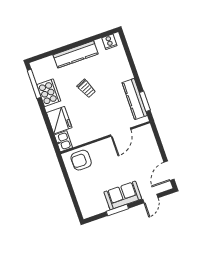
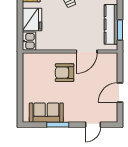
armchair: (81, 160) -> (65, 73), moved
door: (169, 171) -> (120, 92), moved
sofa: (123, 195) -> (46, 113), moved

